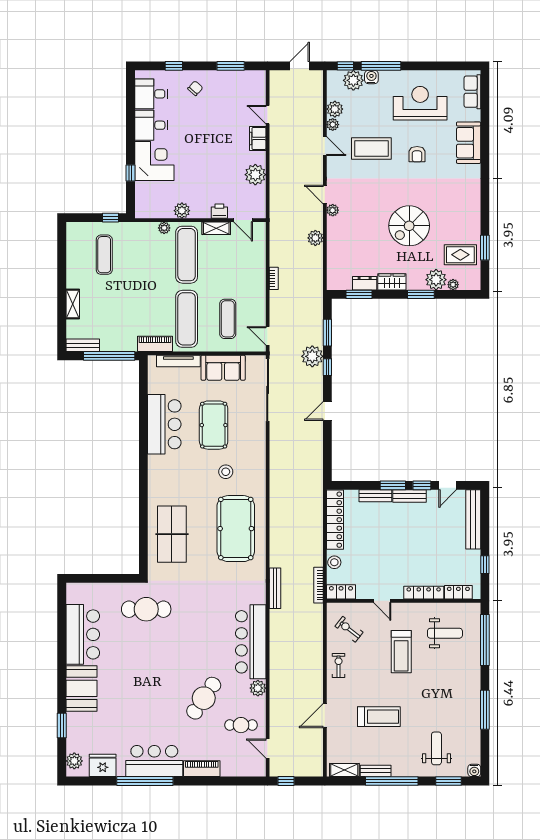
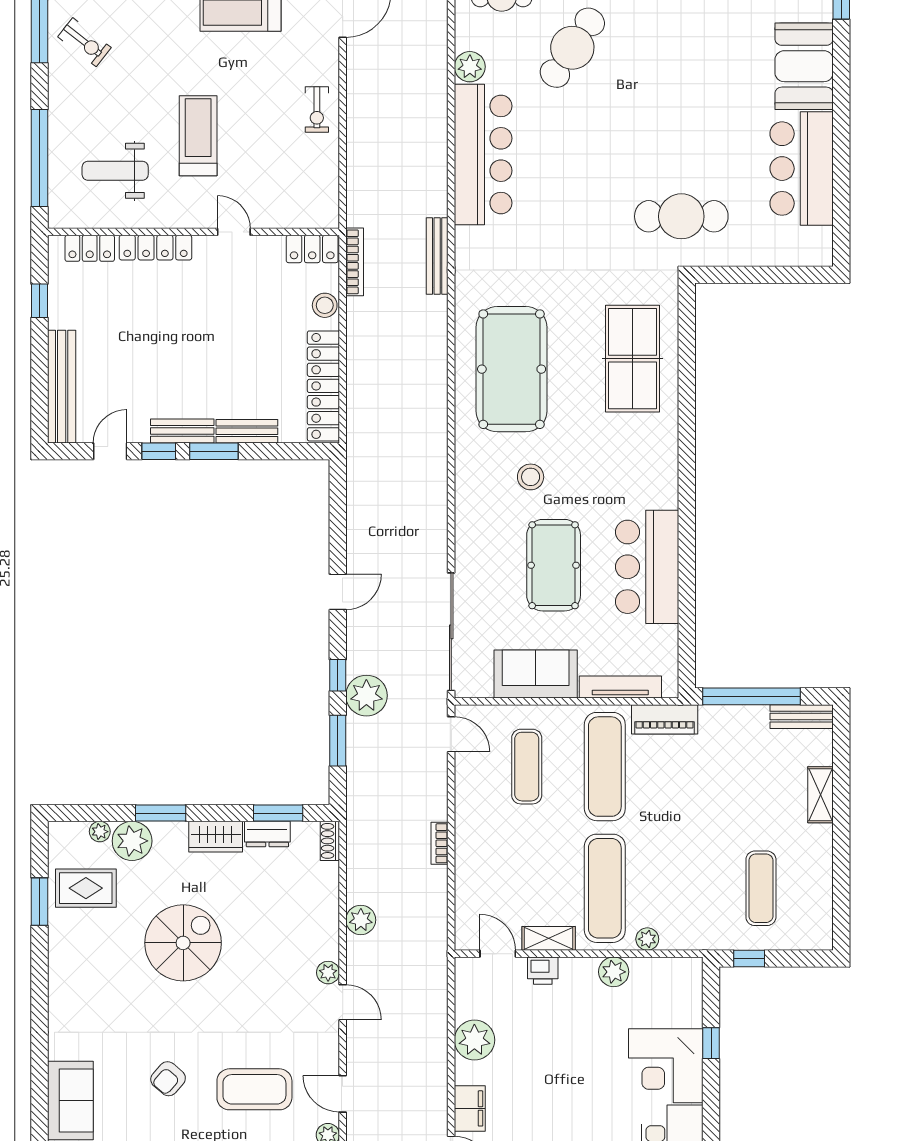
armchair: (417, 154) -> (168, 1079), turned -139
shoe rack: (332, 280) -> (330, 841), added
exercise bike: (349, 629) -> (84, 42), moved

